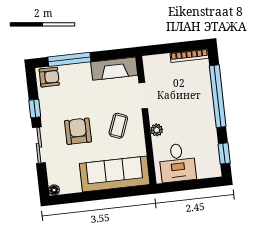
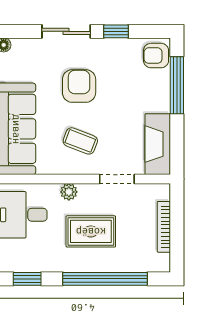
bookcase: (189, 56) -> (164, 227), moved
armchair: (49, 77) -> (156, 56), turned 90
rug: (184, 111) -> (91, 231), added
armchair: (78, 131) -> (79, 86), turned -90

